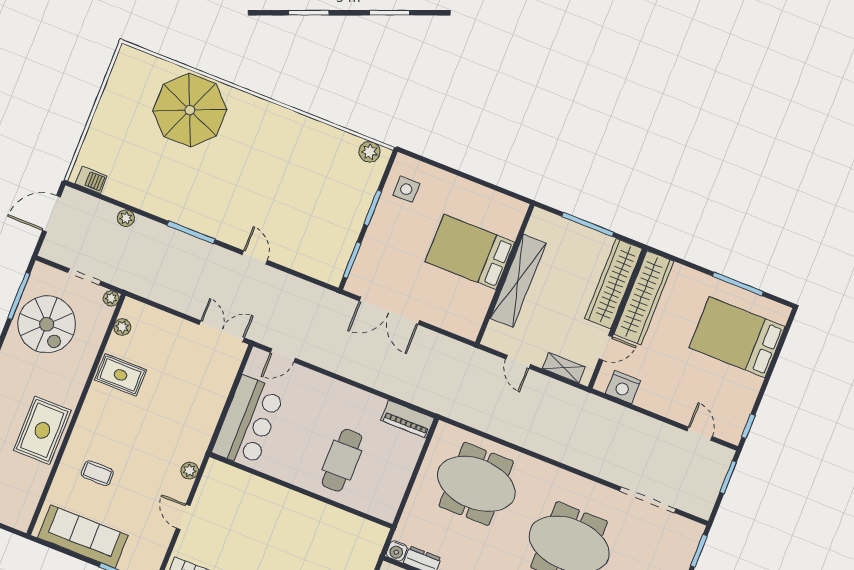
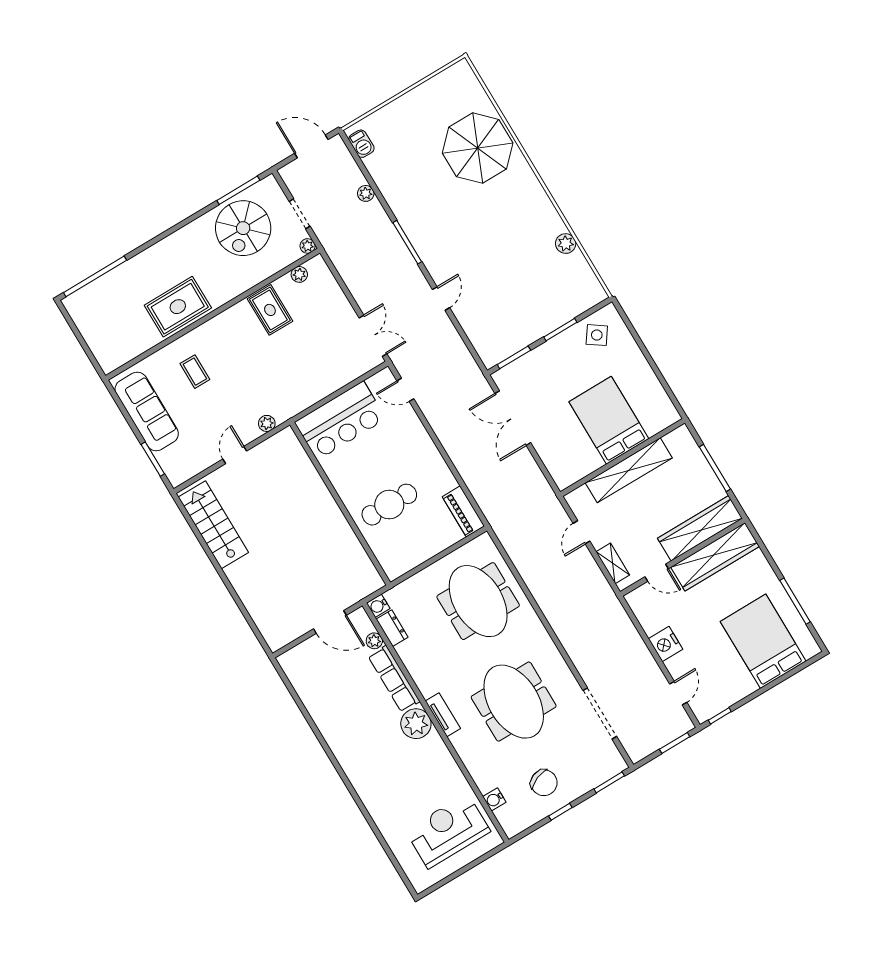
plant: (370, 152) -> (566, 244), moved
side table: (406, 189) -> (597, 335), turned 35
nightstand: (623, 387) -> (666, 644), moved

